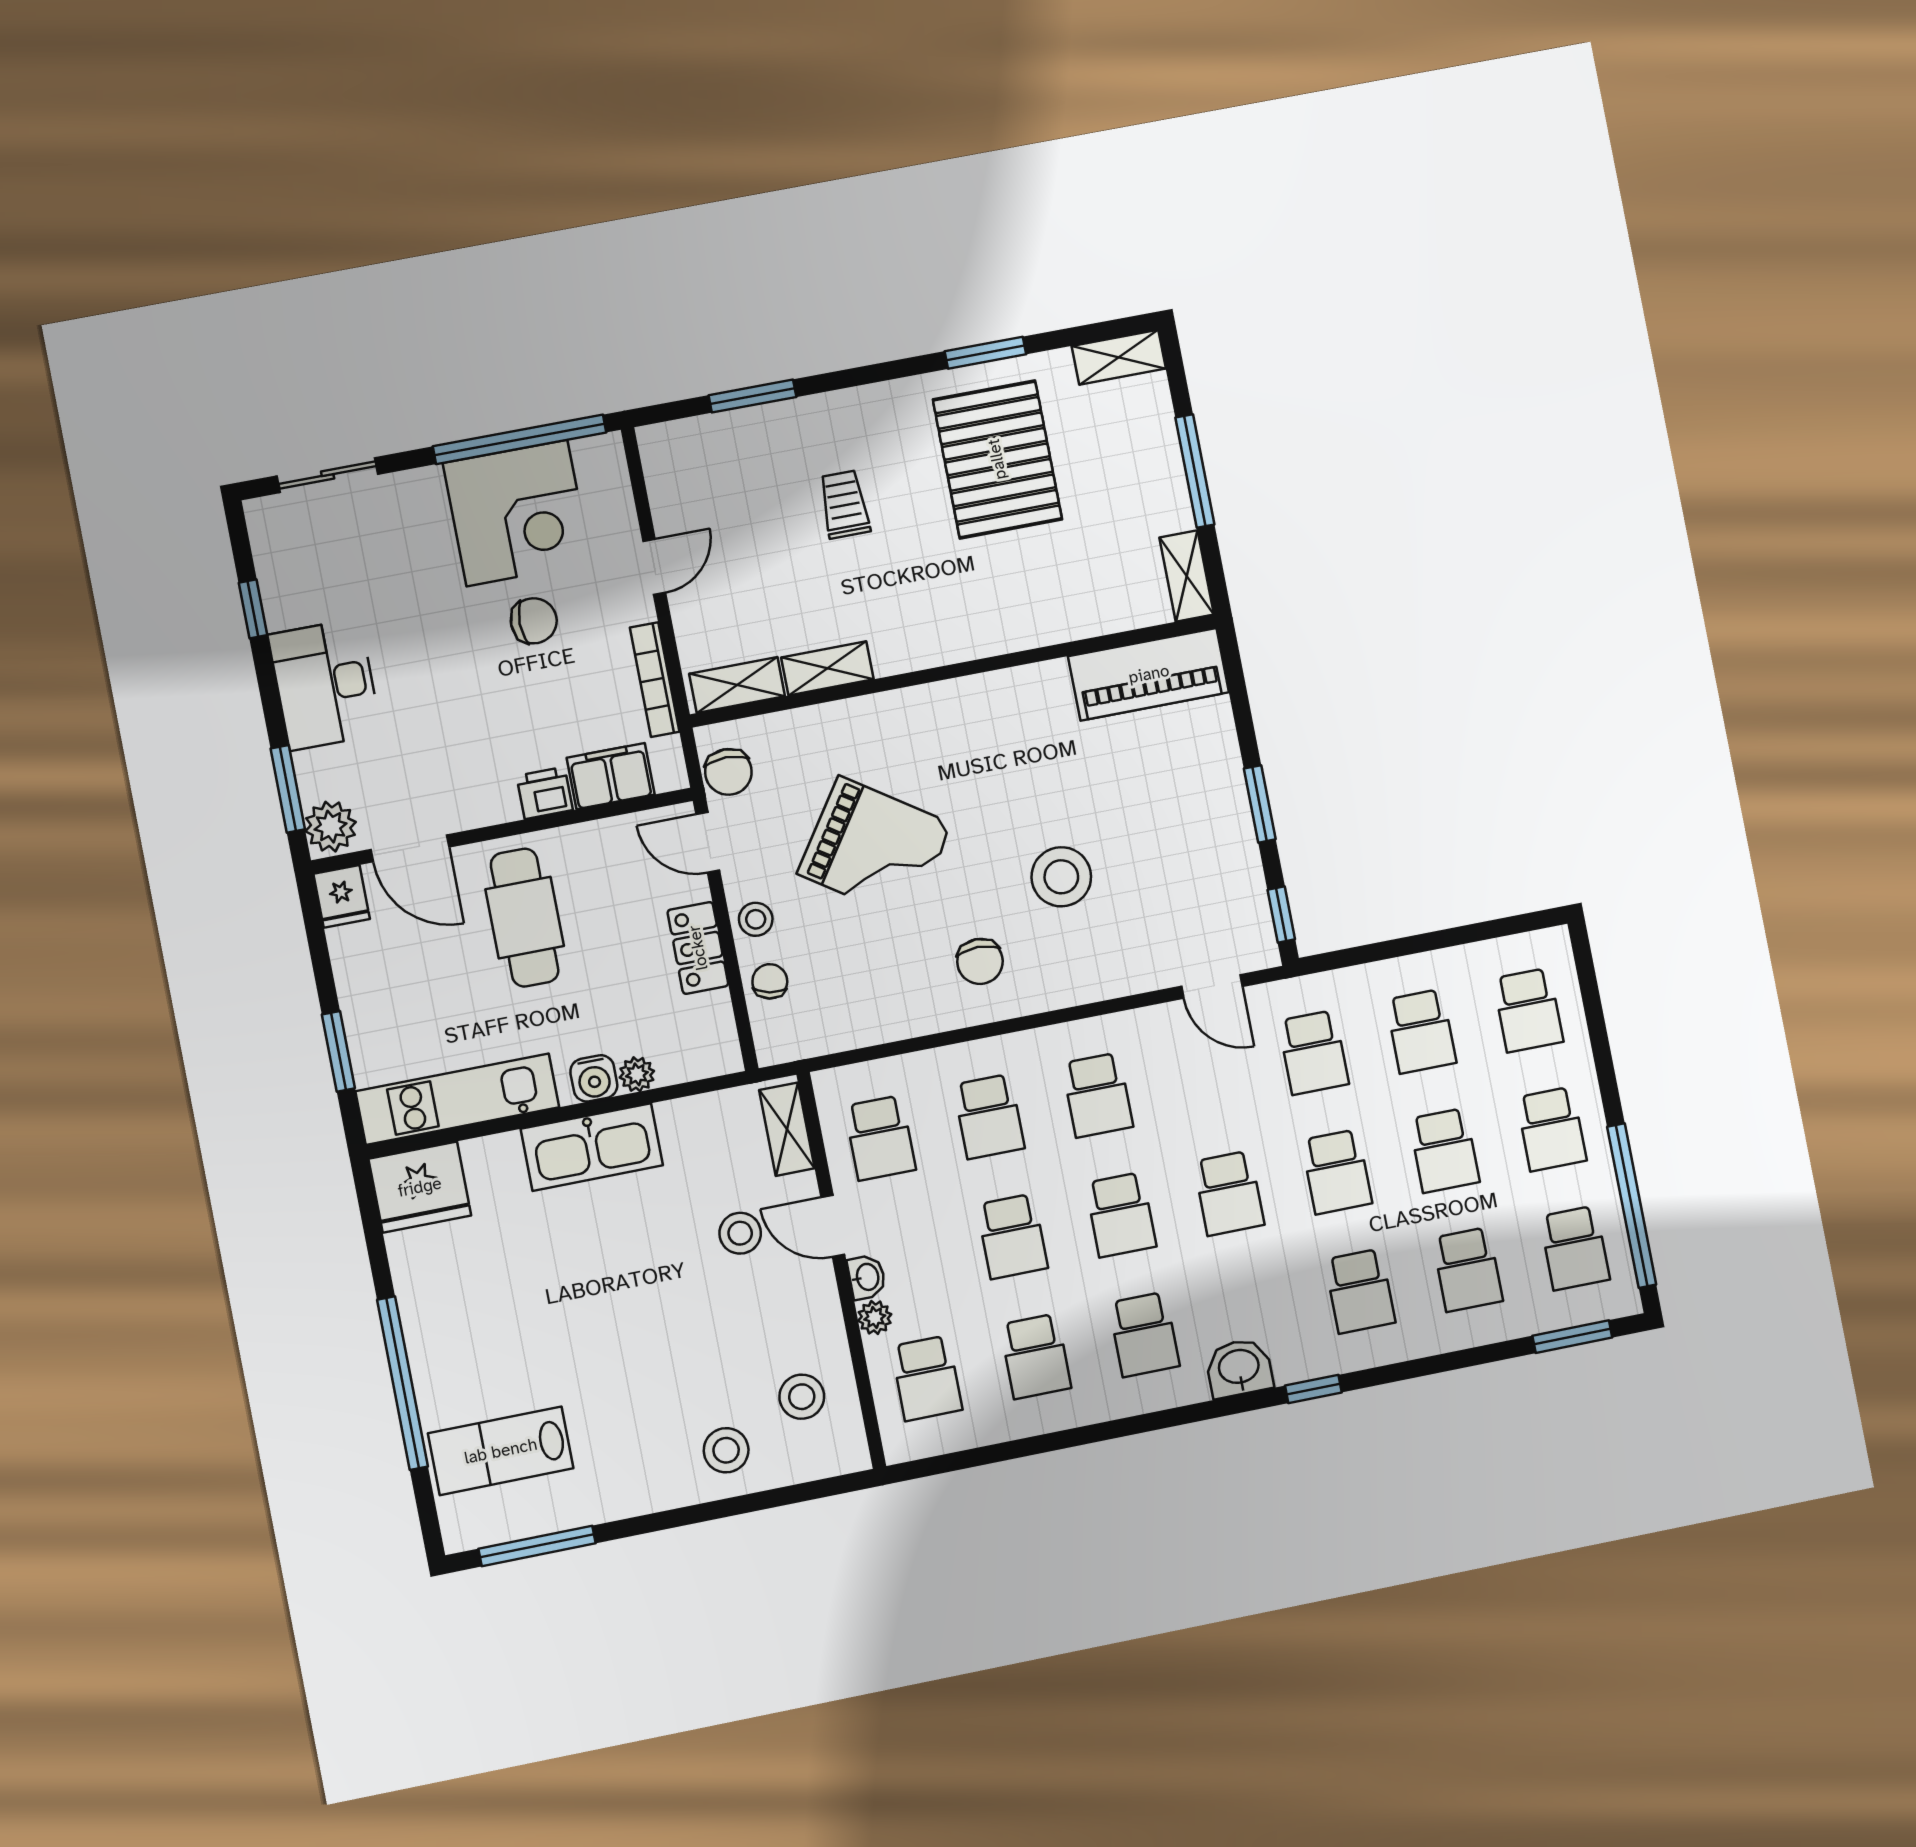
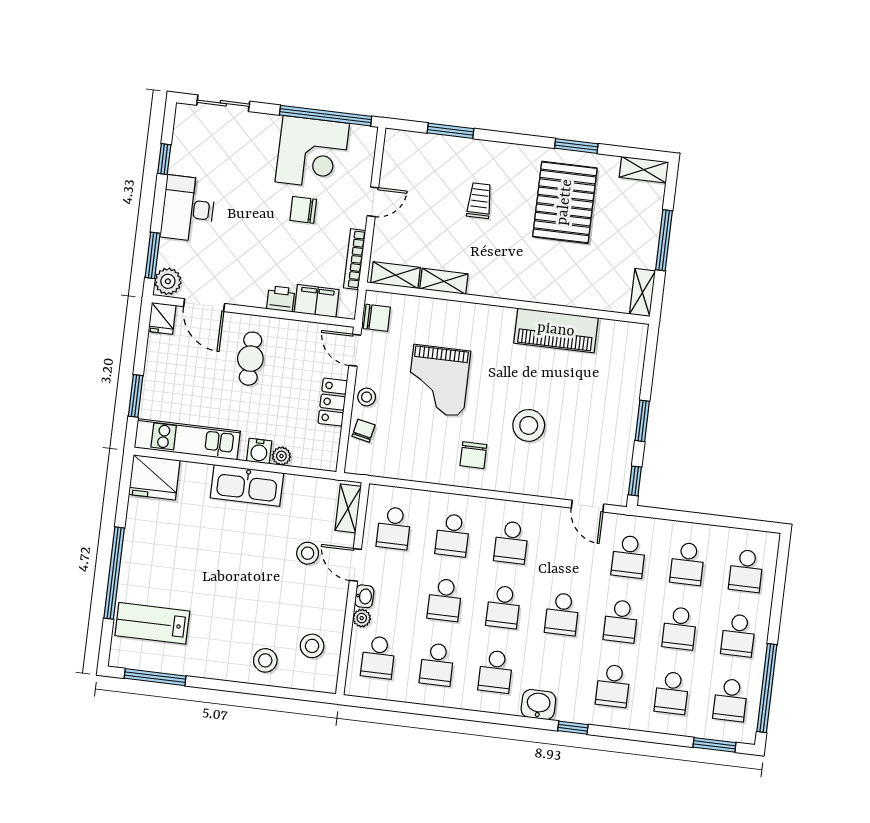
chair: (534, 621) -> (303, 210), turned 180
piano: (1149, 674) -> (556, 330), moved
chair: (728, 772) -> (377, 318), turned -90
grand piano: (875, 849) -> (438, 381), turned 56
cafe table: (525, 918) -> (250, 359), width x0.73, depth x0.74

